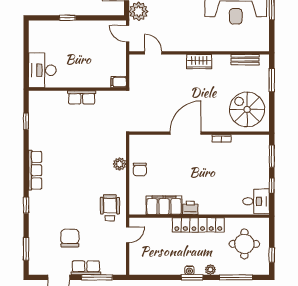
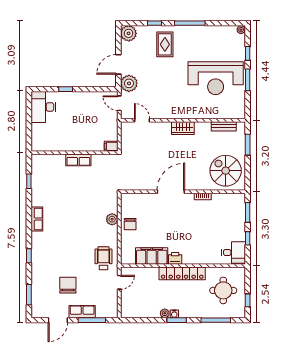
desk: (42, 70) -> (43, 107), moved
row of seats: (35, 170) -> (37, 219), width x0.68
plant: (210, 270) -> (165, 313), moved

